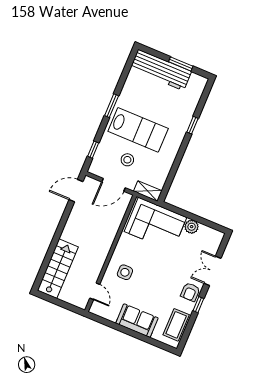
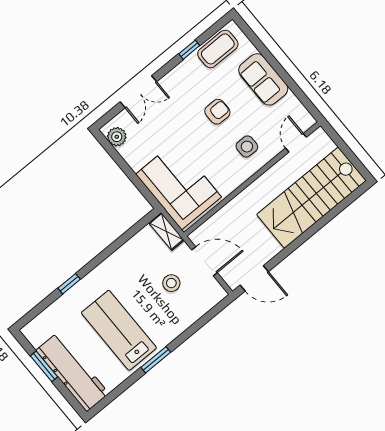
lab bench: (138, 130) -> (119, 330), moved
window: (93, 150) -> (207, 318), removed
plant: (192, 227) -> (117, 137), moved
stairs: (58, 269) -> (311, 198), width x1.36, depth x1.51
armchair: (190, 292) -> (217, 112), moved
window: (198, 305) -> (189, 50), moved

